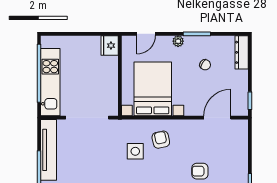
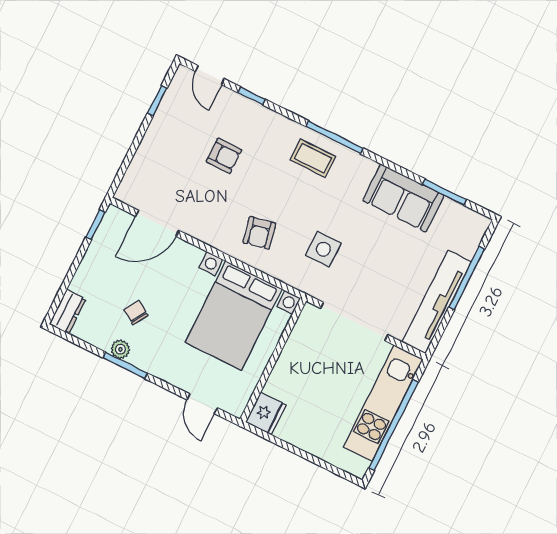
door: (146, 34) -> (202, 404), swing flipped
plant: (178, 41) -> (120, 349), moved
dresser: (242, 52) -> (68, 312), width x0.70
side table: (135, 151) -> (323, 249), moved

